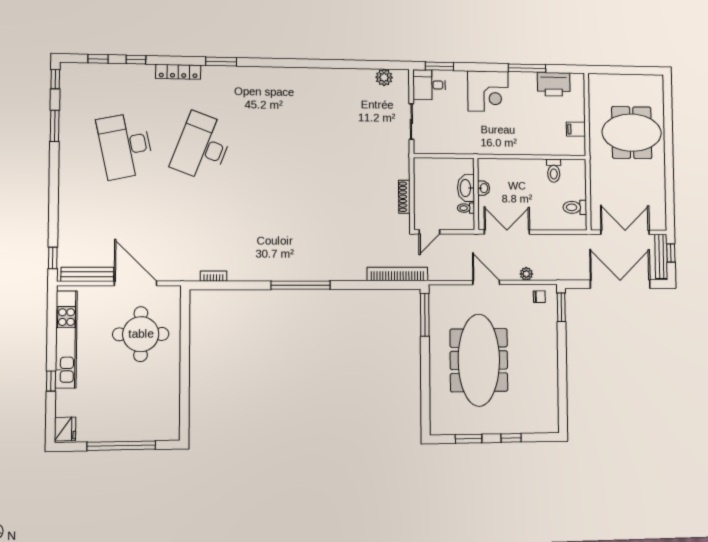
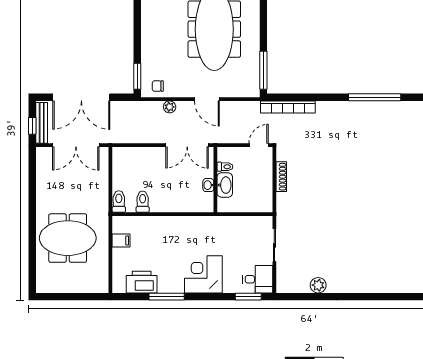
plant: (384, 77) -> (318, 285), moved
toilet: (575, 207) -> (119, 201), moved, turned -90

